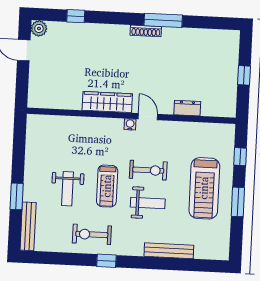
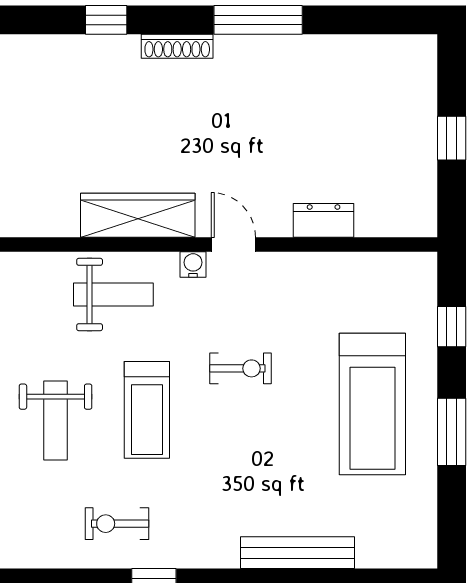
window: (76, 16) -> (106, 20), moved
shoe rack: (146, 31) -> (177, 46), moved
exercise bike: (148, 170) -> (240, 368), width x0.73, depth x0.72
weight bench: (148, 203) -> (113, 294), moved
exercise bike: (92, 234) -> (117, 524), width x0.73, depth x0.72

